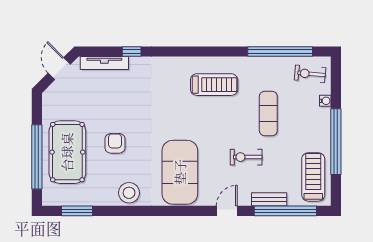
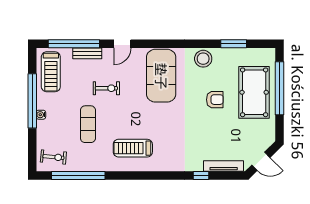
door: (59, 69) -> (261, 161), hinge flipped
water cooler: (325, 101) -> (41, 115), moved
armchair: (115, 143) -> (215, 100), turned -90
window: (77, 211) -> (234, 44), moved

